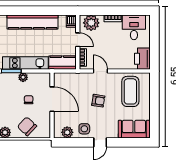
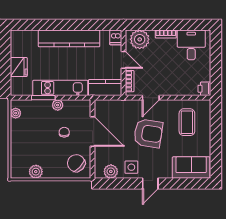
printer: (142, 59) -> (204, 89), width x0.53, depth x0.68
door: (100, 71) -> (151, 98), swing flipped
coffee table: (130, 91) -> (187, 122), width x0.73, depth x0.76
armchair: (98, 101) -> (148, 133), width x1.88, depth x1.88
chair: (27, 126) -> (76, 163), moved

